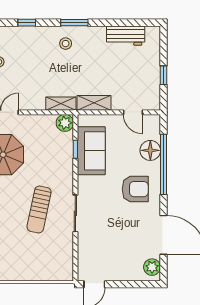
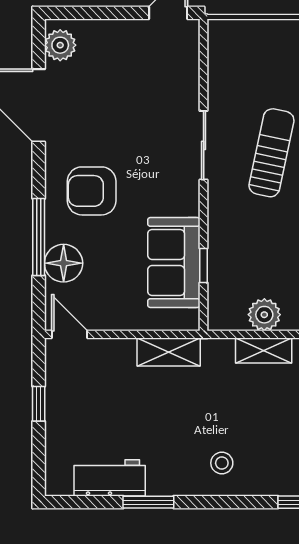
window: (74, 23) -> (148, 502), moved
shelving: (61, 104) -> (264, 350), moved
door: (133, 112) -> (70, 334), moved
plant: (65, 123) -> (264, 315), moved
window: (164, 164) -> (39, 237), width x0.68

